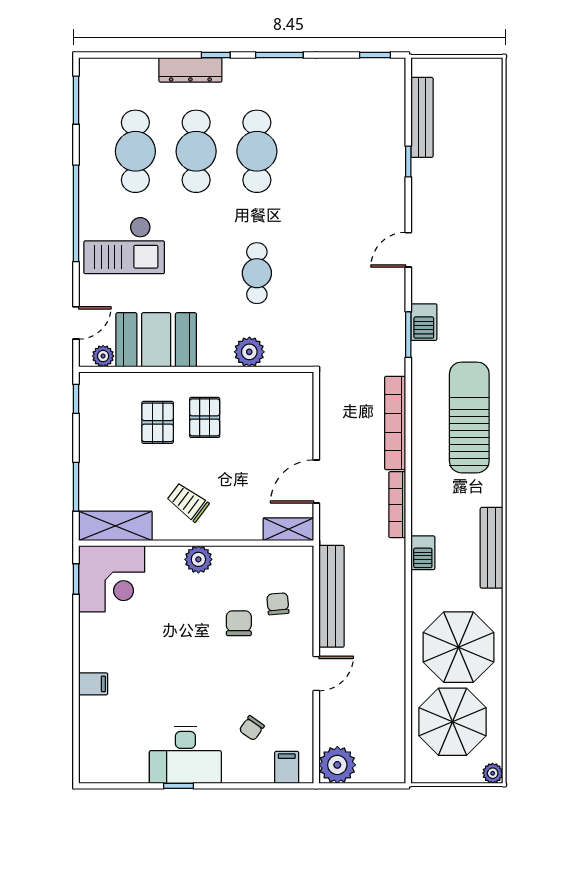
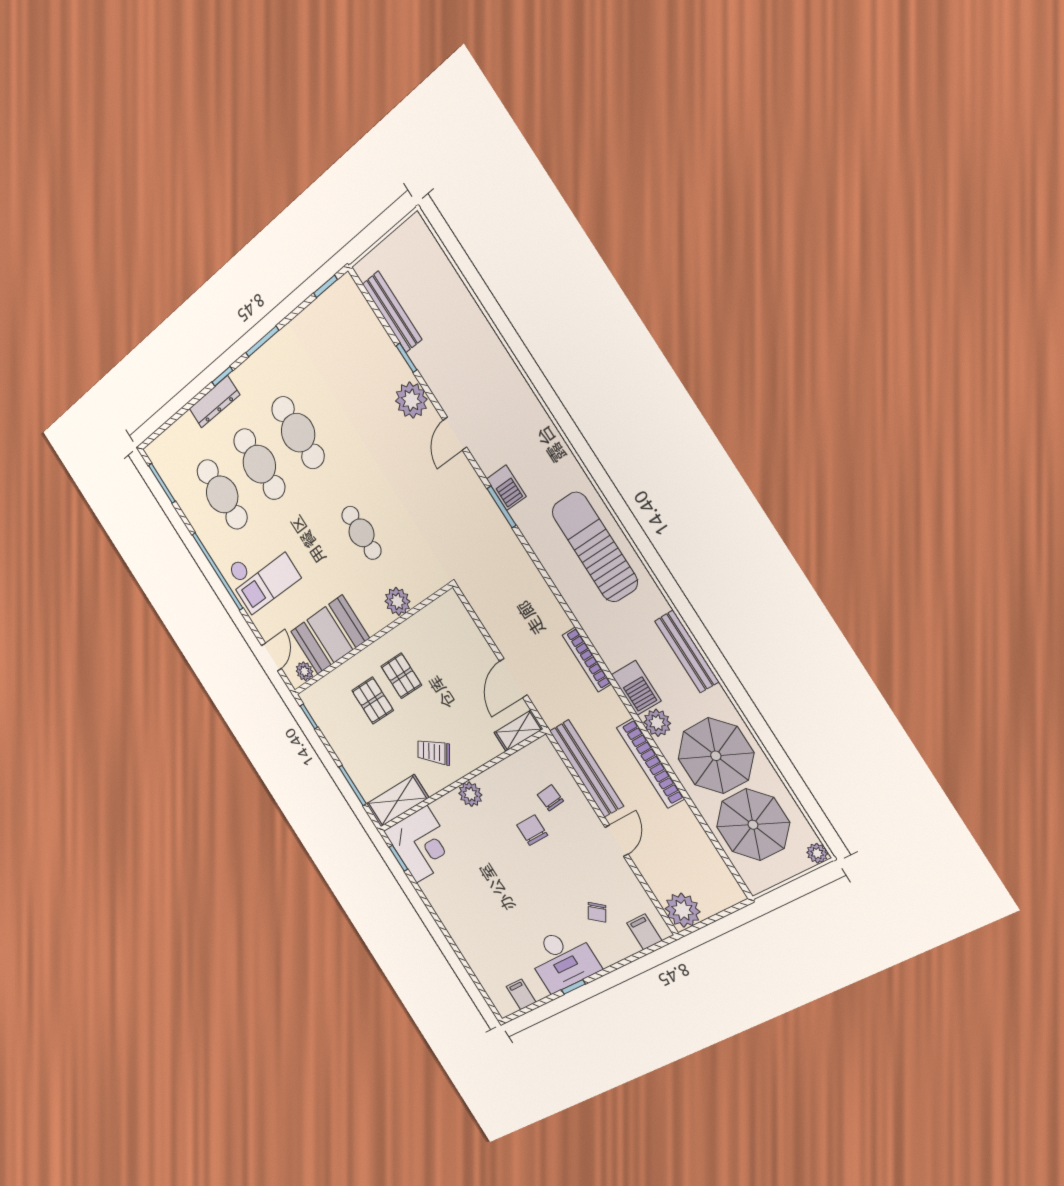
plant: (388, 197) -> (411, 400), added
bookcase: (395, 423) -> (651, 763), moved
barbecue: (423, 553) -> (636, 688), width x1.38, depth x1.27
plant: (425, 592) -> (657, 723), added
filing cabinet: (93, 684) -> (521, 994), moved, turned -90

